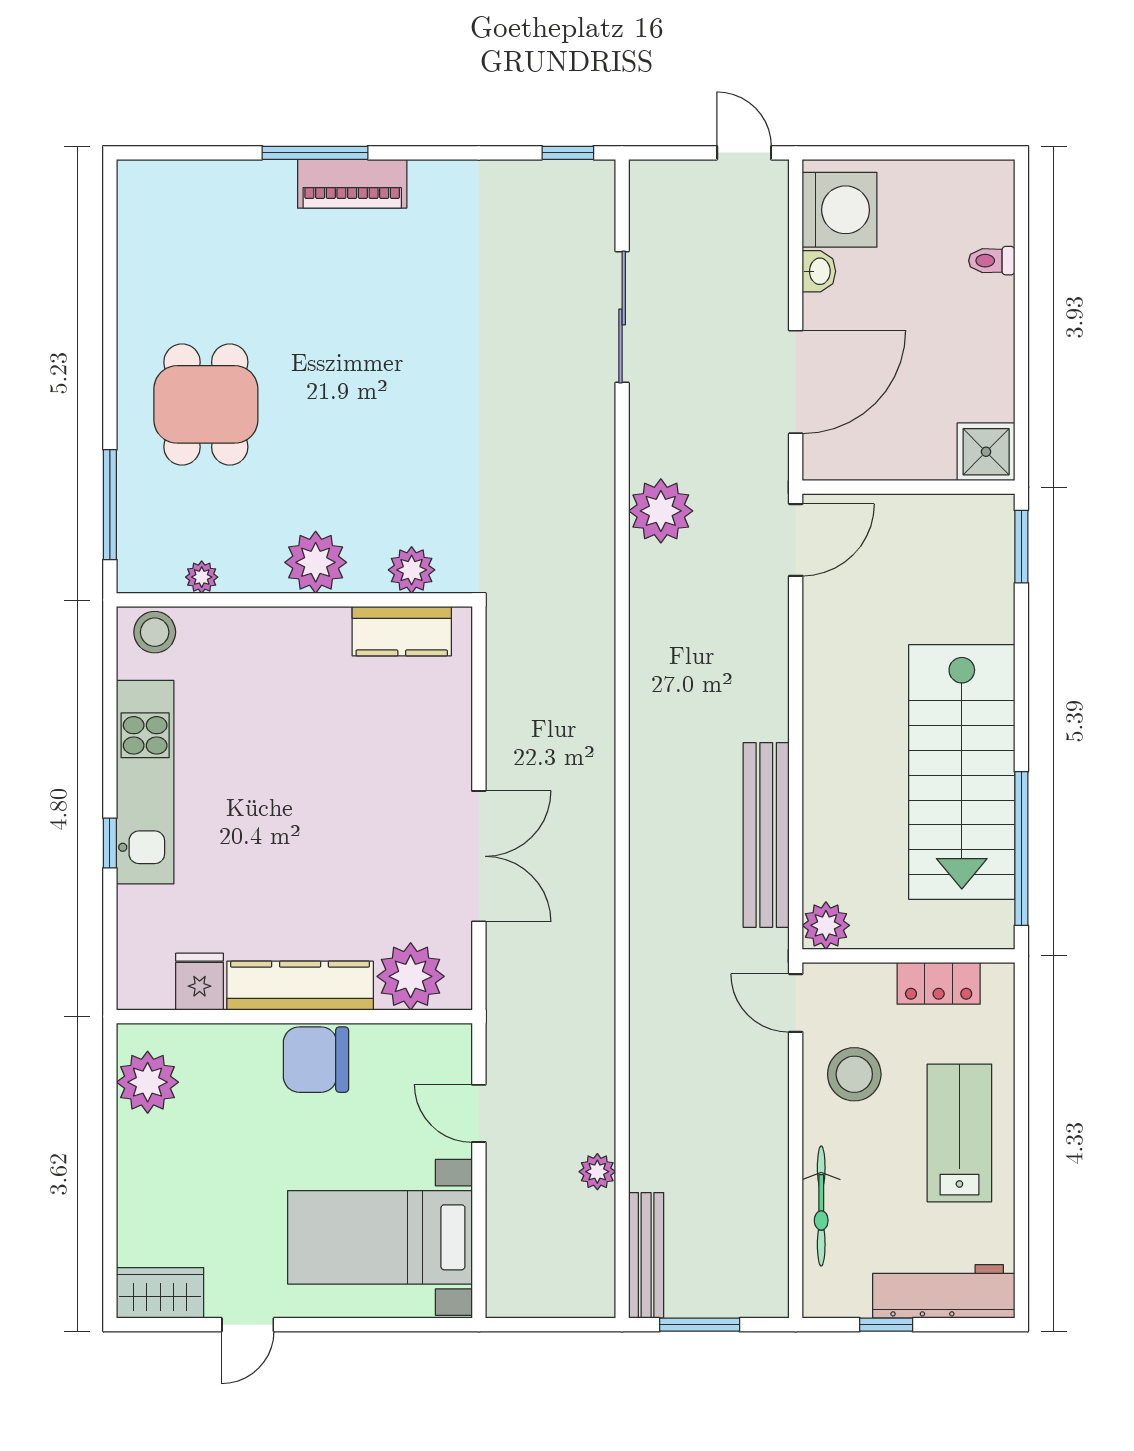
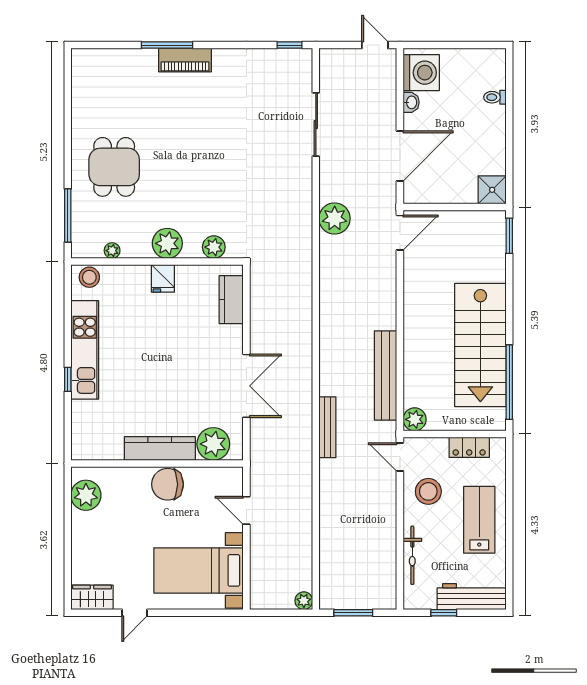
kitchen counter: (402, 631) -> (231, 300), moved, turned 90
fridge: (200, 982) -> (163, 278), moved, turned 180
plant: (597, 1172) -> (304, 601), moved
bench: (646, 1255) -> (327, 427), moved

